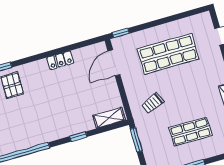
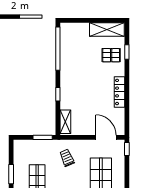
locker: (60, 60) -> (120, 92), width x1.53

